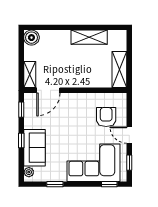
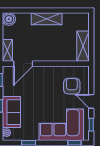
shelving: (89, 37) -> (47, 19), moved

